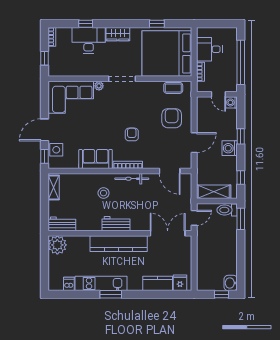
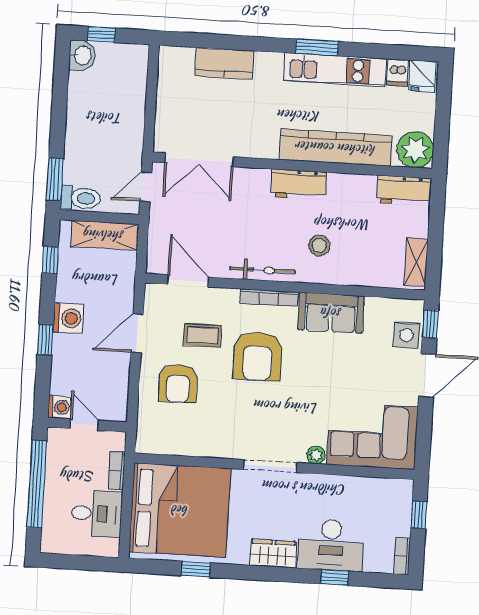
coffee table: (173, 88) -> (202, 335), moved
armchair: (132, 134) -> (258, 356), width x1.88, depth x1.88
kitchen counter: (119, 244) -> (336, 148), moved
fridge: (180, 283) -> (422, 76), moved

